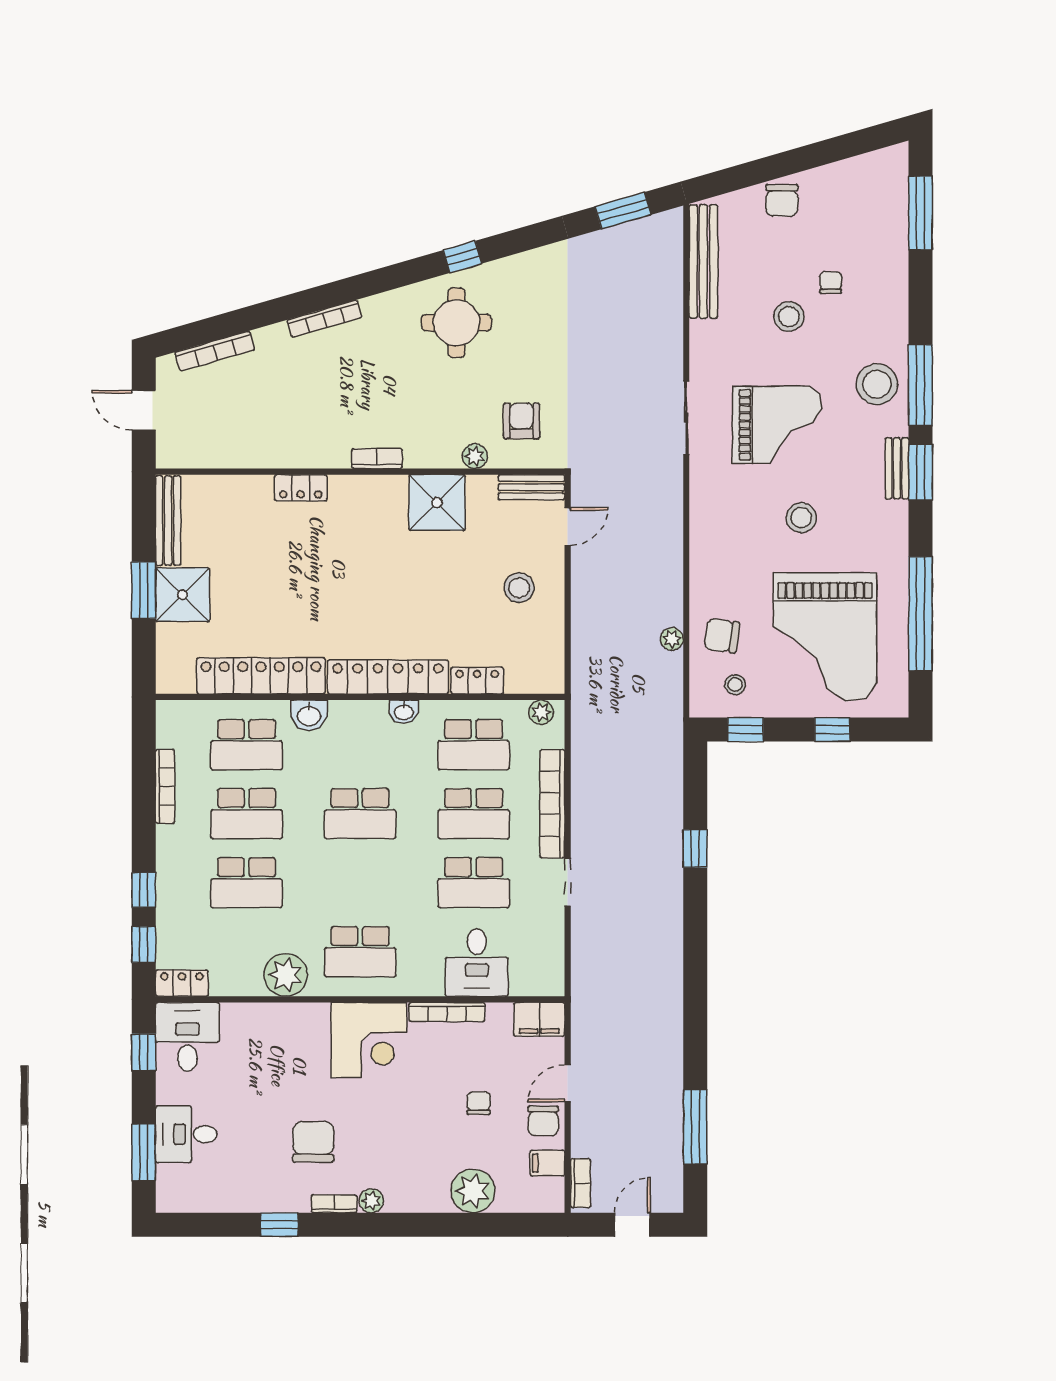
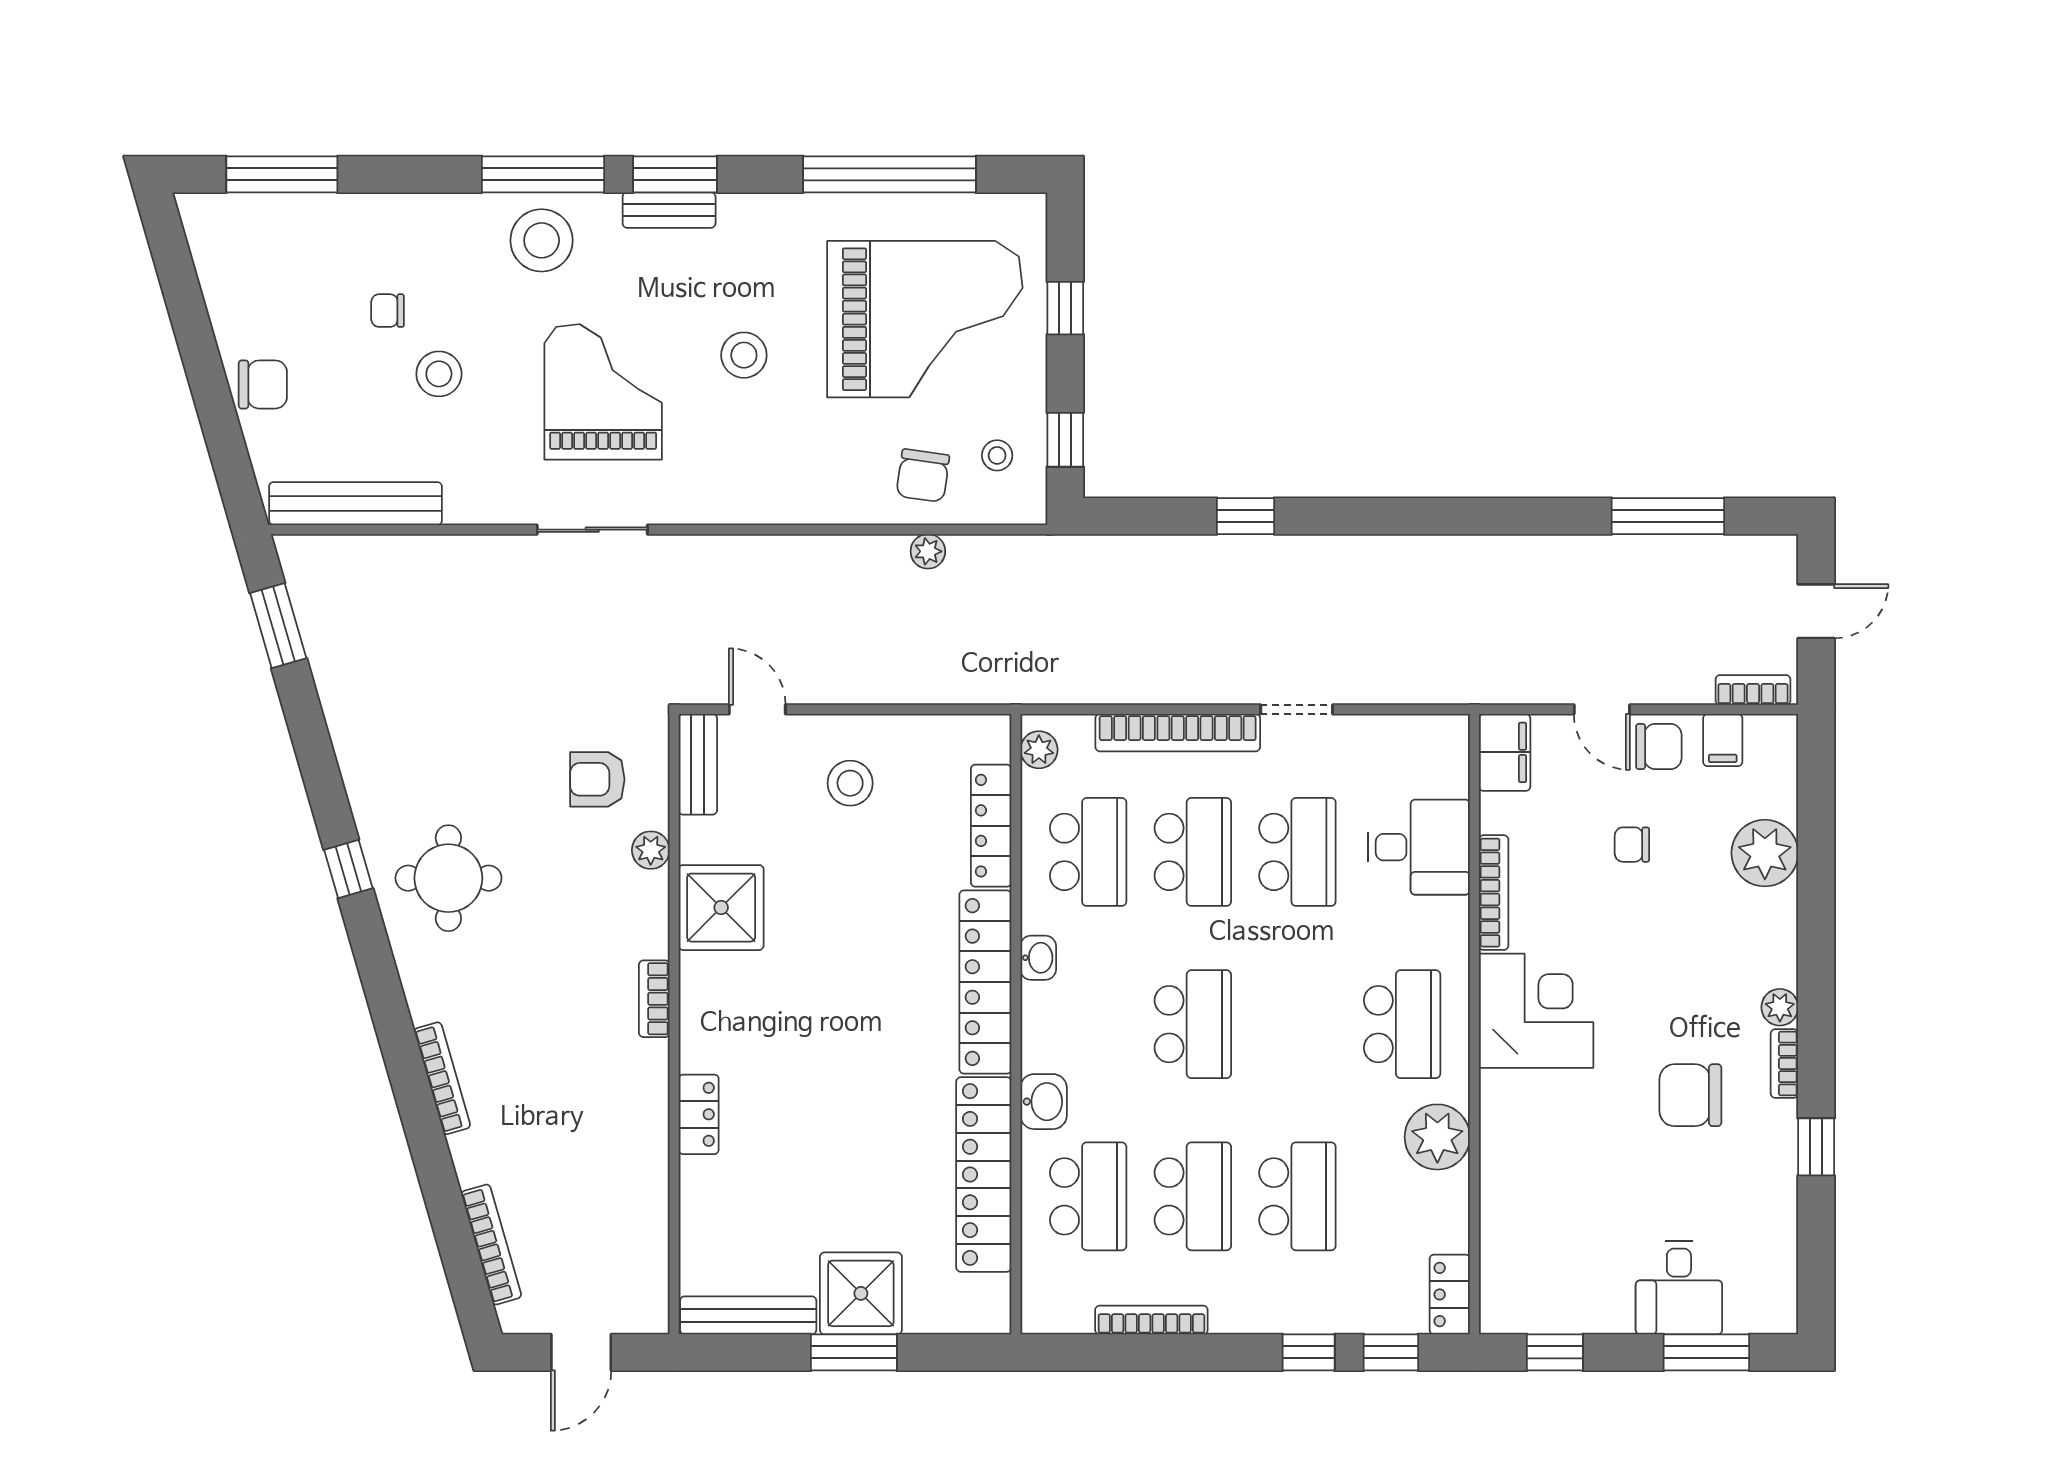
locker: (477, 681) -> (991, 826), width x1.53
desk: (187, 1037) -> (1531, 1286), removed
door: (632, 1225) -> (1816, 611), swing flipped

